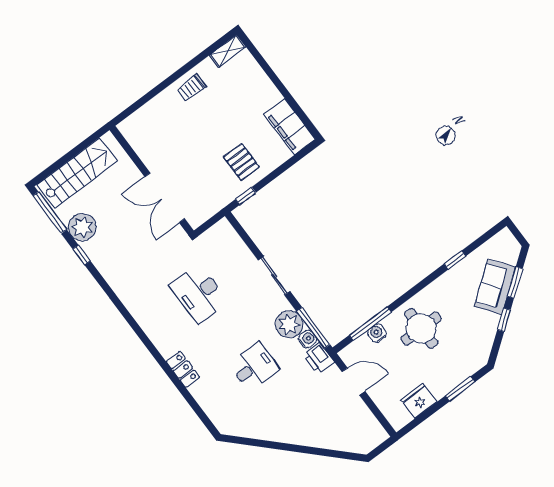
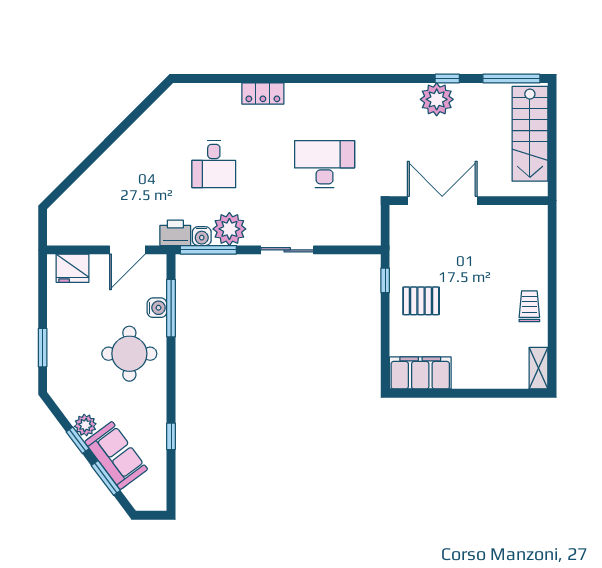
plant: (82, 227) -> (437, 99), moved
plant: (490, 322) -> (85, 425), added
fridge: (419, 401) -> (73, 268), moved, turned 90

